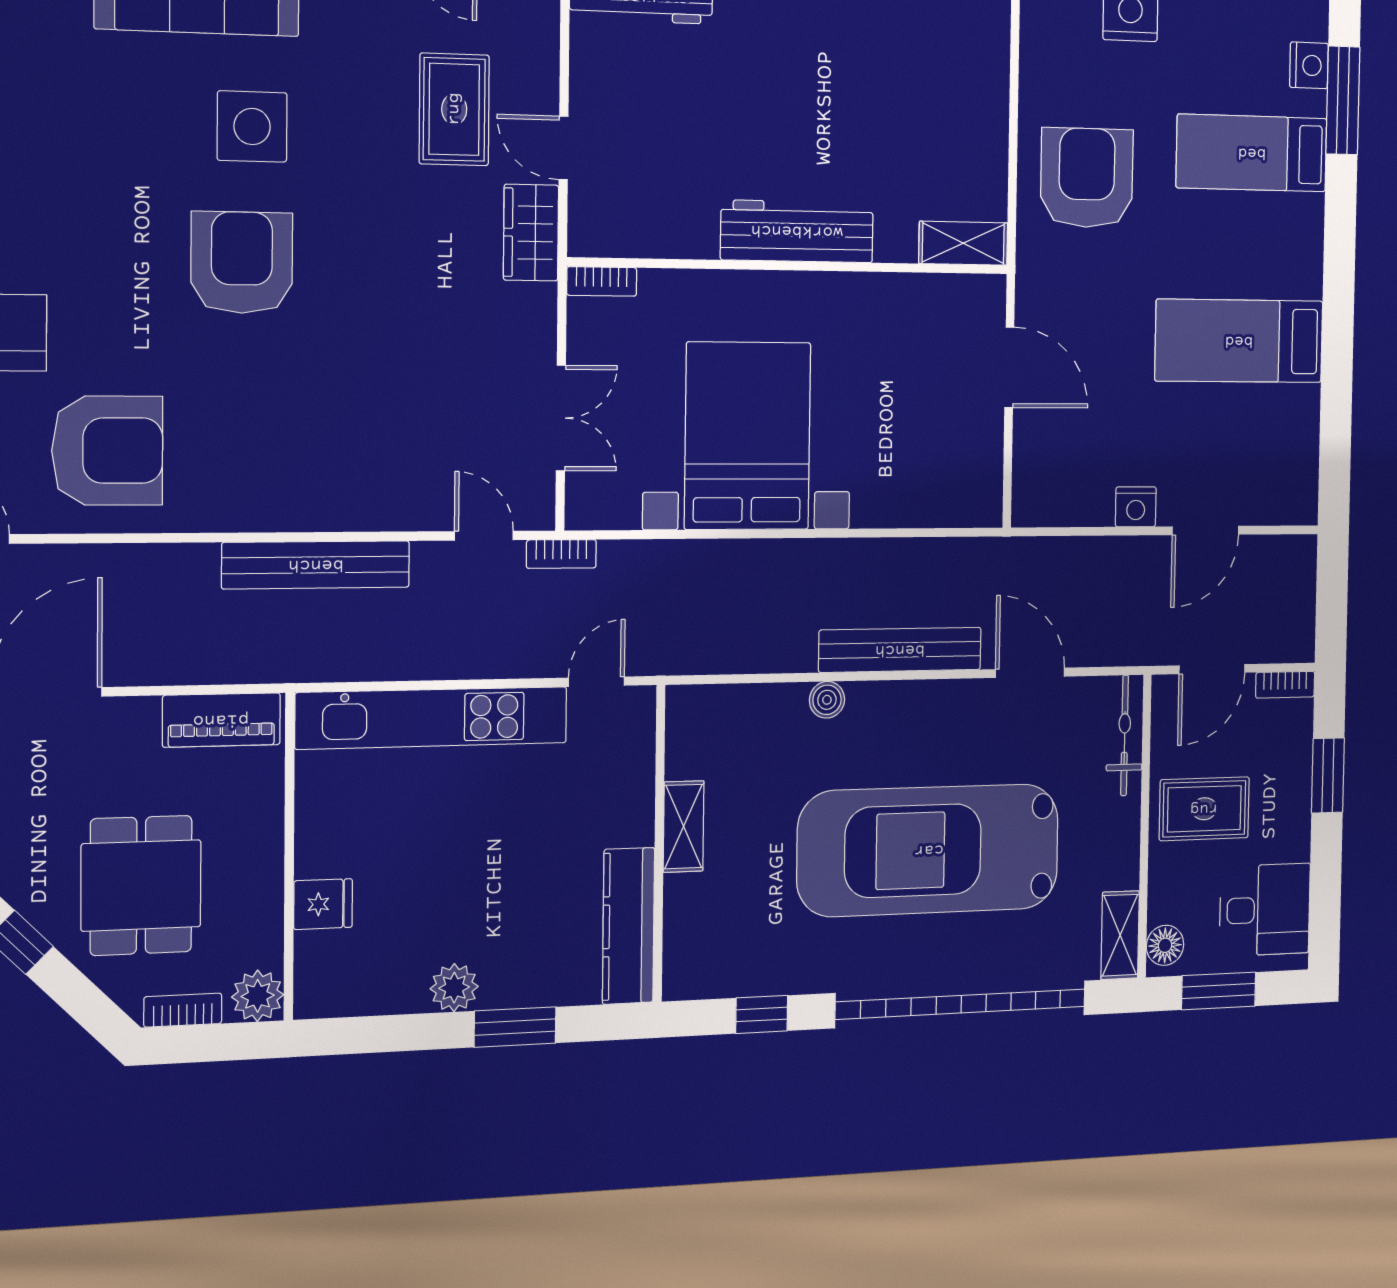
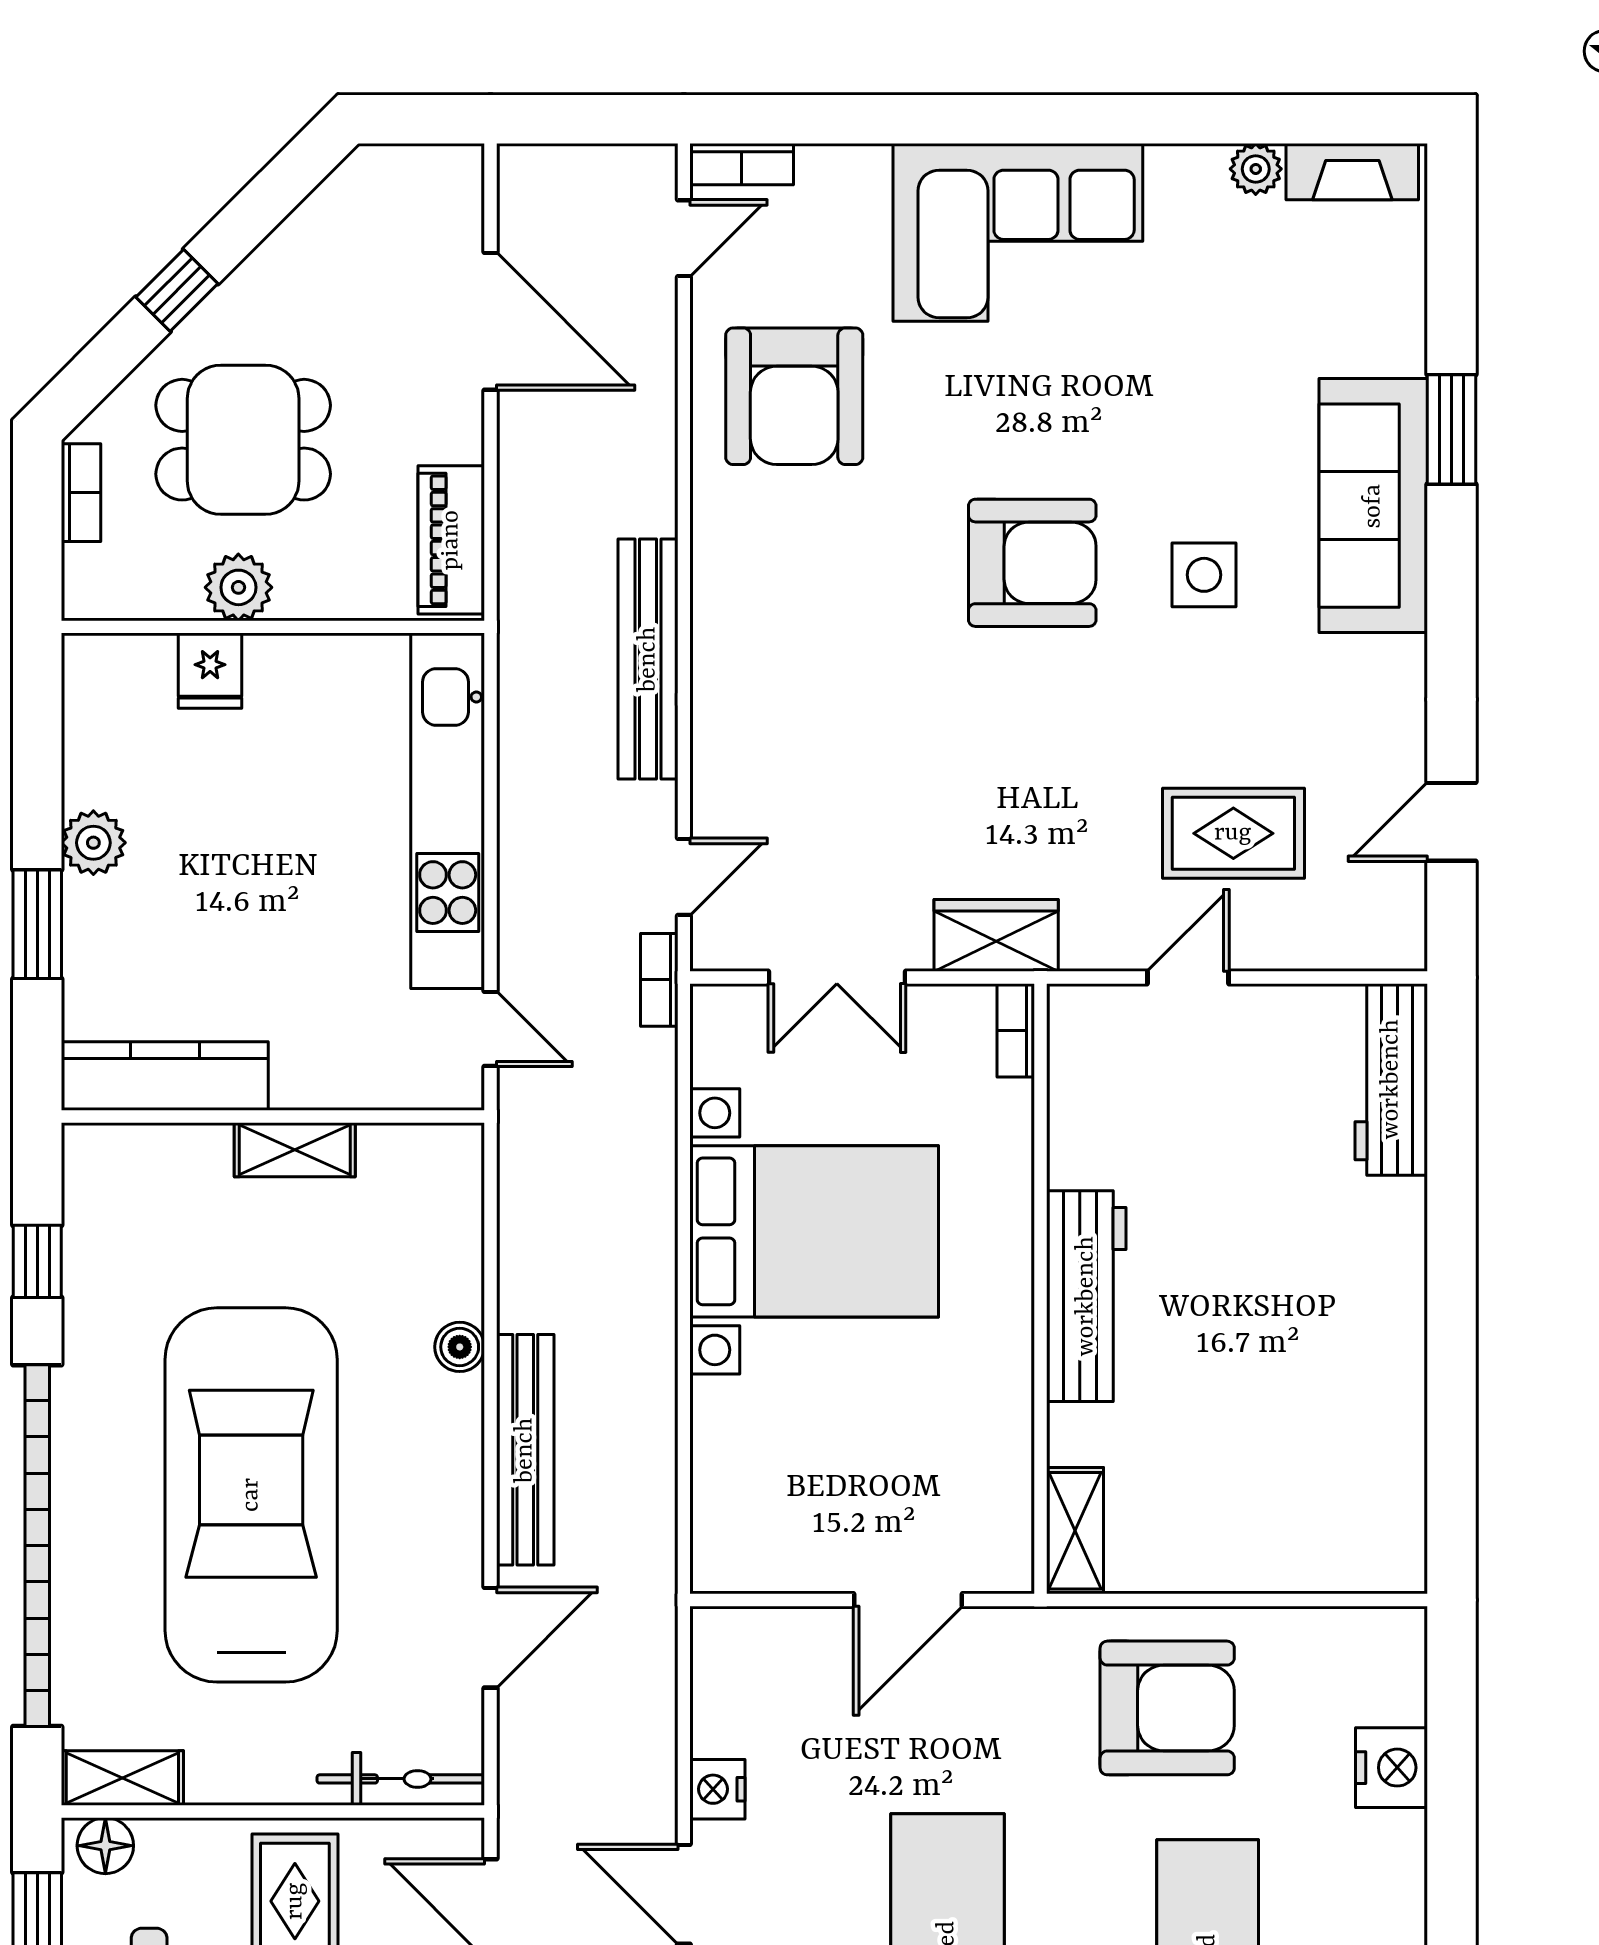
side table: (252, 126) -> (1204, 575), width x0.73, depth x0.73
wardrobe: (531, 233) -> (996, 935), moved
plant: (258, 996) -> (238, 587), moved

